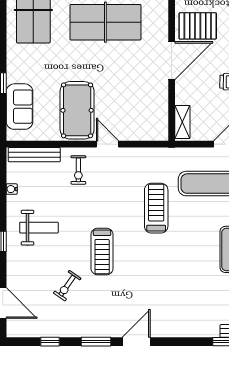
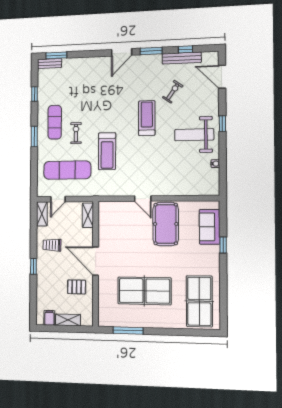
pallet: (198, 26) -> (77, 287), width x0.67, depth x0.71
door: (172, 61) -> (96, 261), hinge flipped
bench: (34, 155) -> (182, 58), moved
exercise bike: (78, 170) -> (76, 133), moved
weight bench: (39, 228) -> (194, 135), width x1.36, depth x1.33

